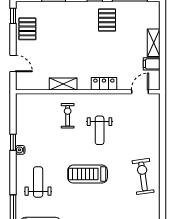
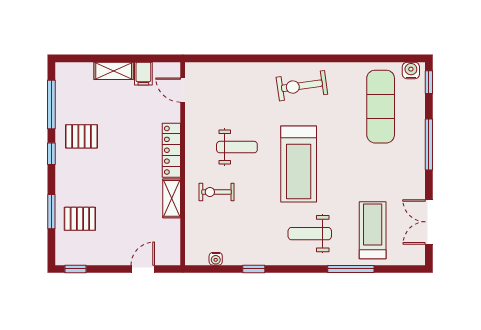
pallet: (27, 29) -> (80, 219), moved
locker: (104, 84) -> (171, 150), width x1.53
water cooler: (20, 150) -> (216, 259), moved
treadmill: (88, 174) -> (299, 164), width x1.37, depth x1.38

